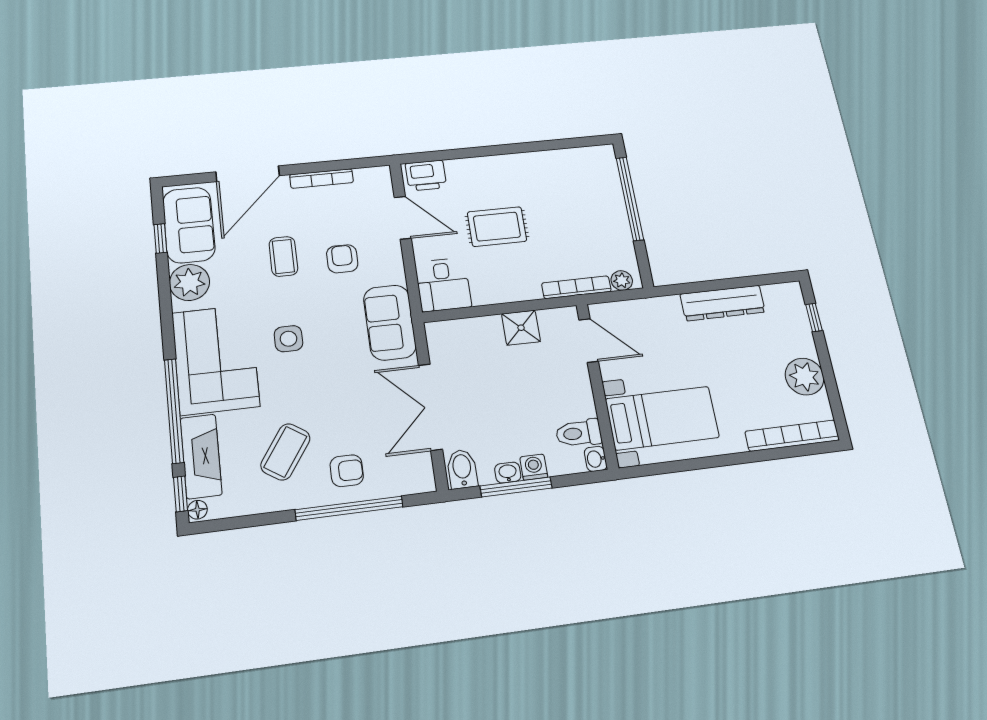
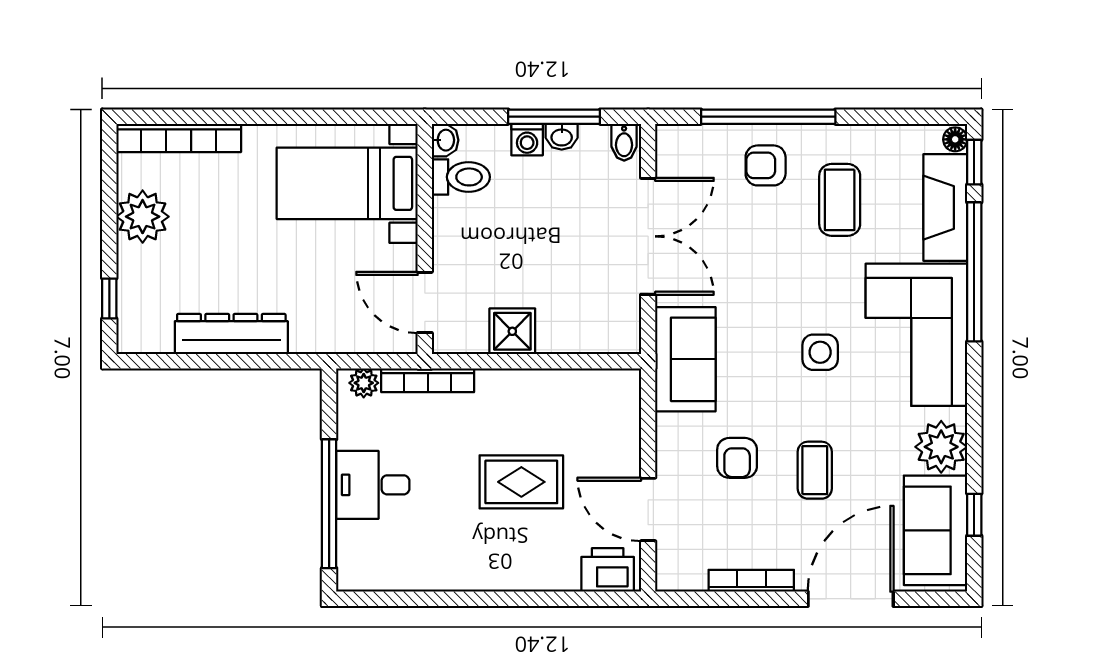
desk: (443, 285) -> (373, 485), moved, turned -90
coffee table: (285, 452) -> (840, 200), turned -34
bidet: (462, 469) -> (624, 142), width x0.72, depth x0.74

